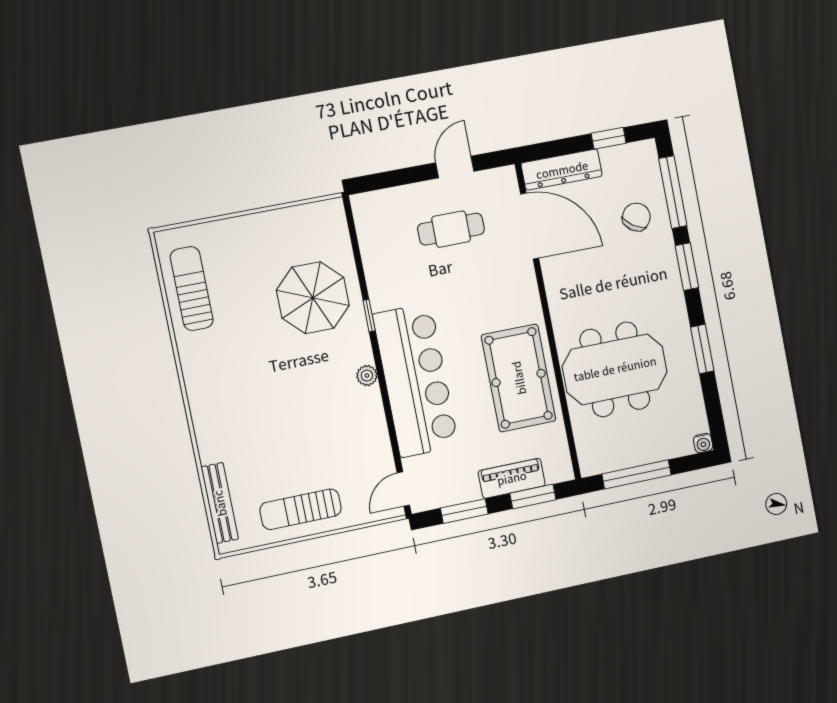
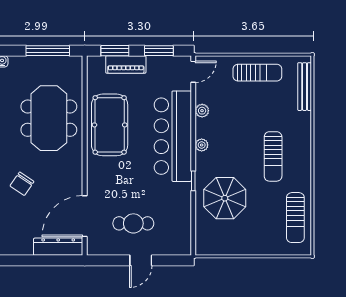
window: (609, 138) -> (25, 260), removed
door: (455, 167) -> (141, 260), moved
chair: (636, 217) -> (22, 184), moved
door: (530, 226) -> (85, 216), hinge flipped
meeting table: (615, 369) -> (49, 118), turned 90
sun lounger: (248, 380) -> (273, 156), added
plant: (377, 430) -> (202, 111), added

